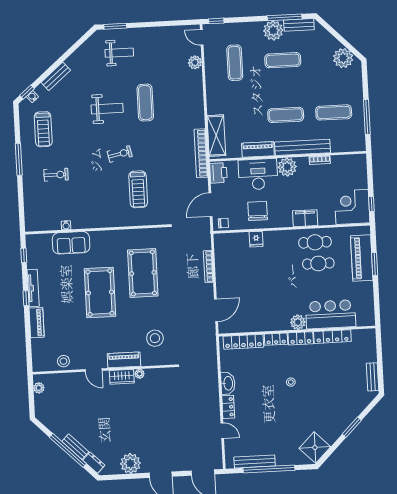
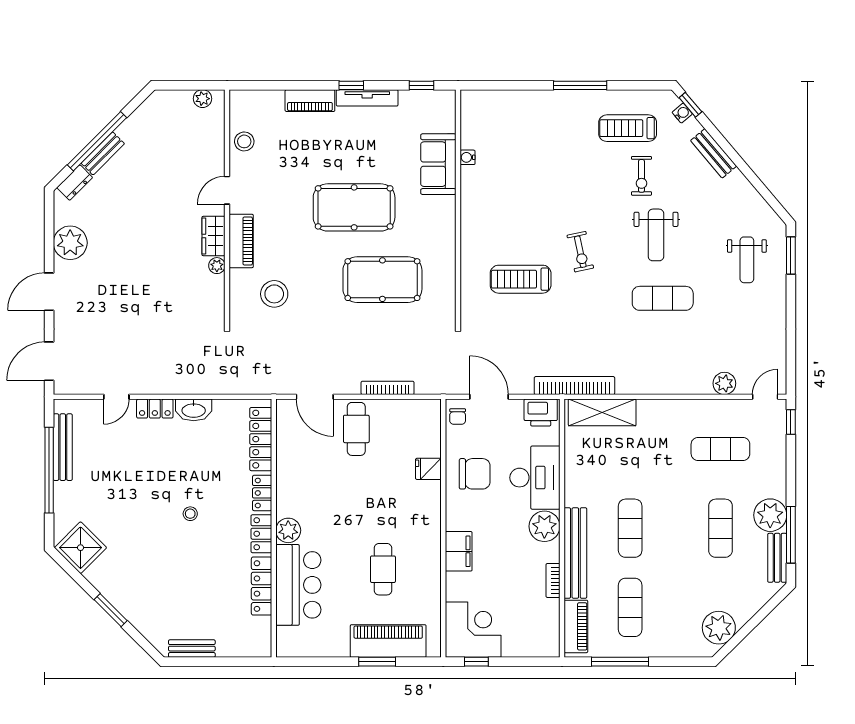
piano: (258, 149) -> (576, 626), moved
exercise bike: (56, 175) -> (641, 176), moved
cafe table: (315, 242) -> (356, 429), moved

